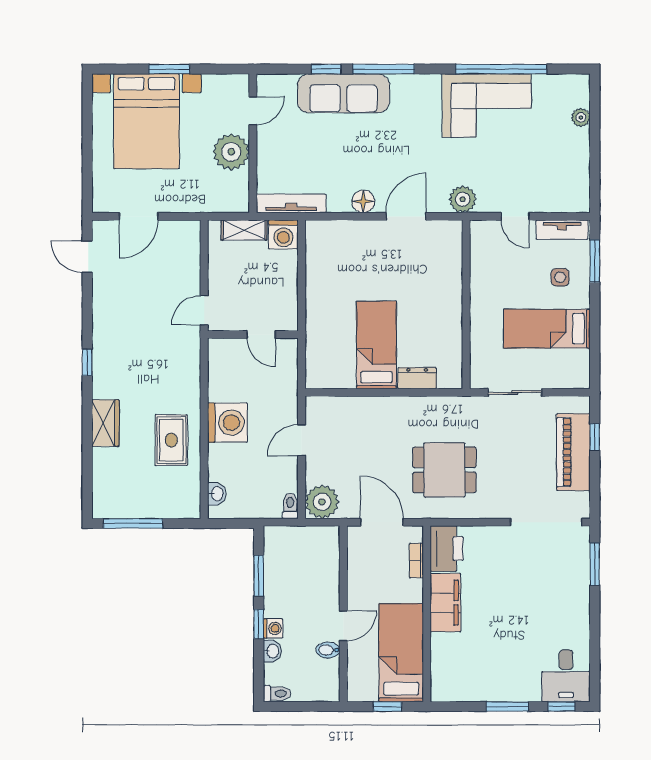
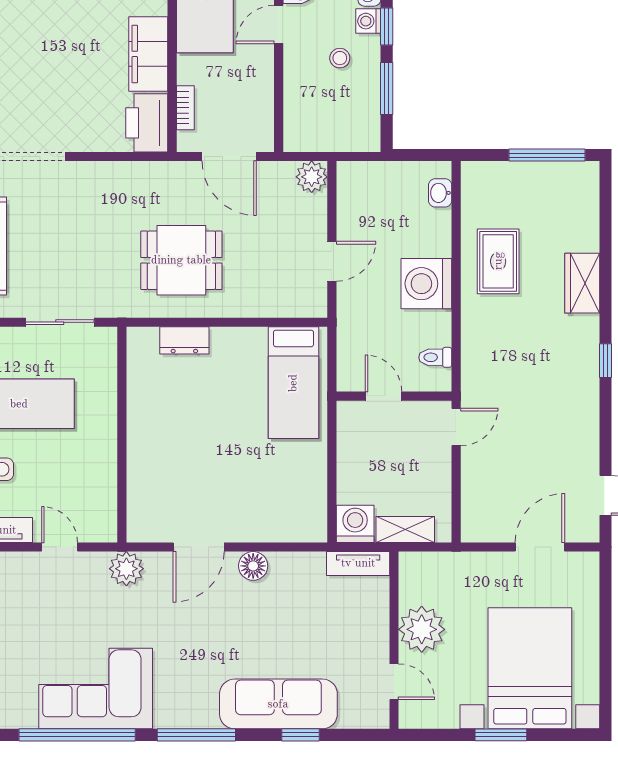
window: (384, 69) -> (196, 735), moved
door: (253, 111) -> (394, 682), swing flipped
tv unit: (291, 203) -> (358, 563), width x0.71
bed: (376, 345) -> (293, 383), moved
dining table: (444, 470) -> (181, 260), moved
plant: (322, 502) -> (312, 177), width x0.73, depth x0.73
toilet: (290, 506) -> (435, 357), moved, turned 90
stool: (295, 599) -> (340, 58), added

